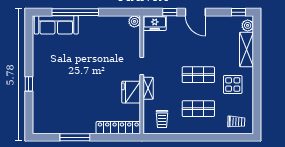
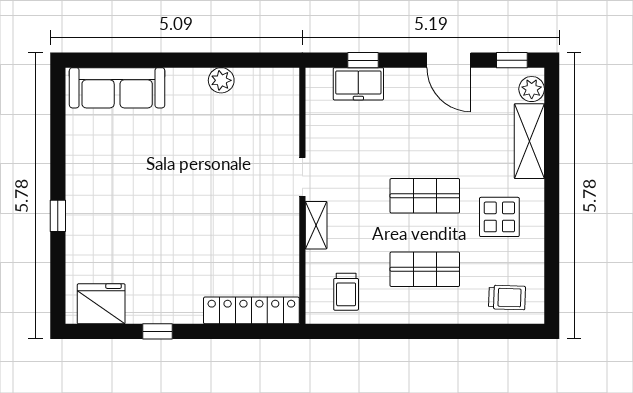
window: (75, 12) -> (158, 60), removed
door: (195, 12) -> (449, 60), moved
plant: (134, 21) -> (221, 80), moved
freezer: (155, 23) -> (358, 84), moved
fridge: (131, 92) -> (101, 304), moved, turned 90
window: (75, 137) -> (158, 331), width x0.46

